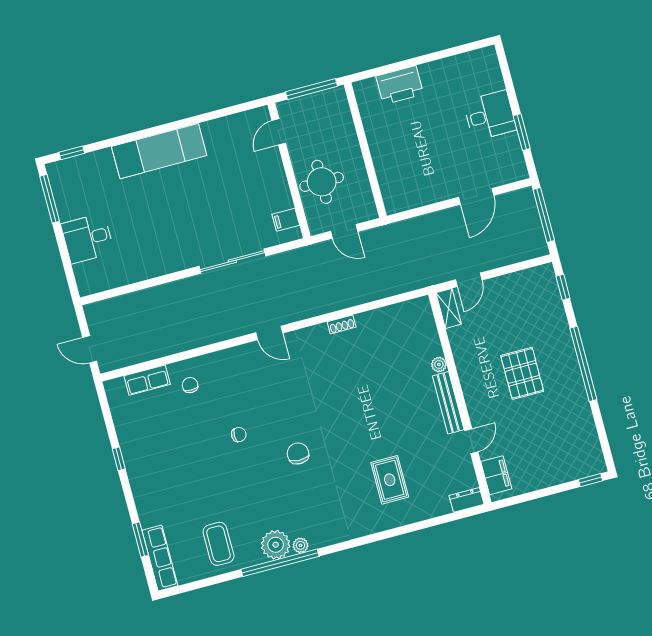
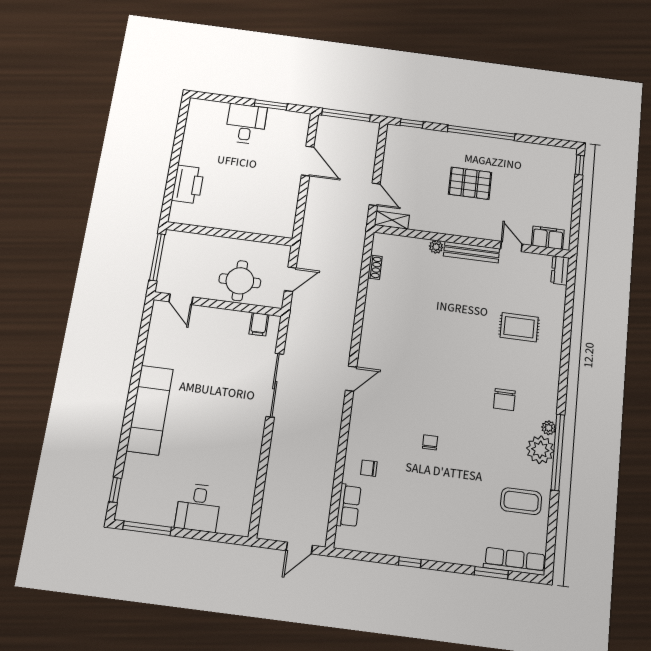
shoe rack: (342, 324) -> (375, 267), moved
chair: (298, 453) -> (504, 400), moved, turned -90

